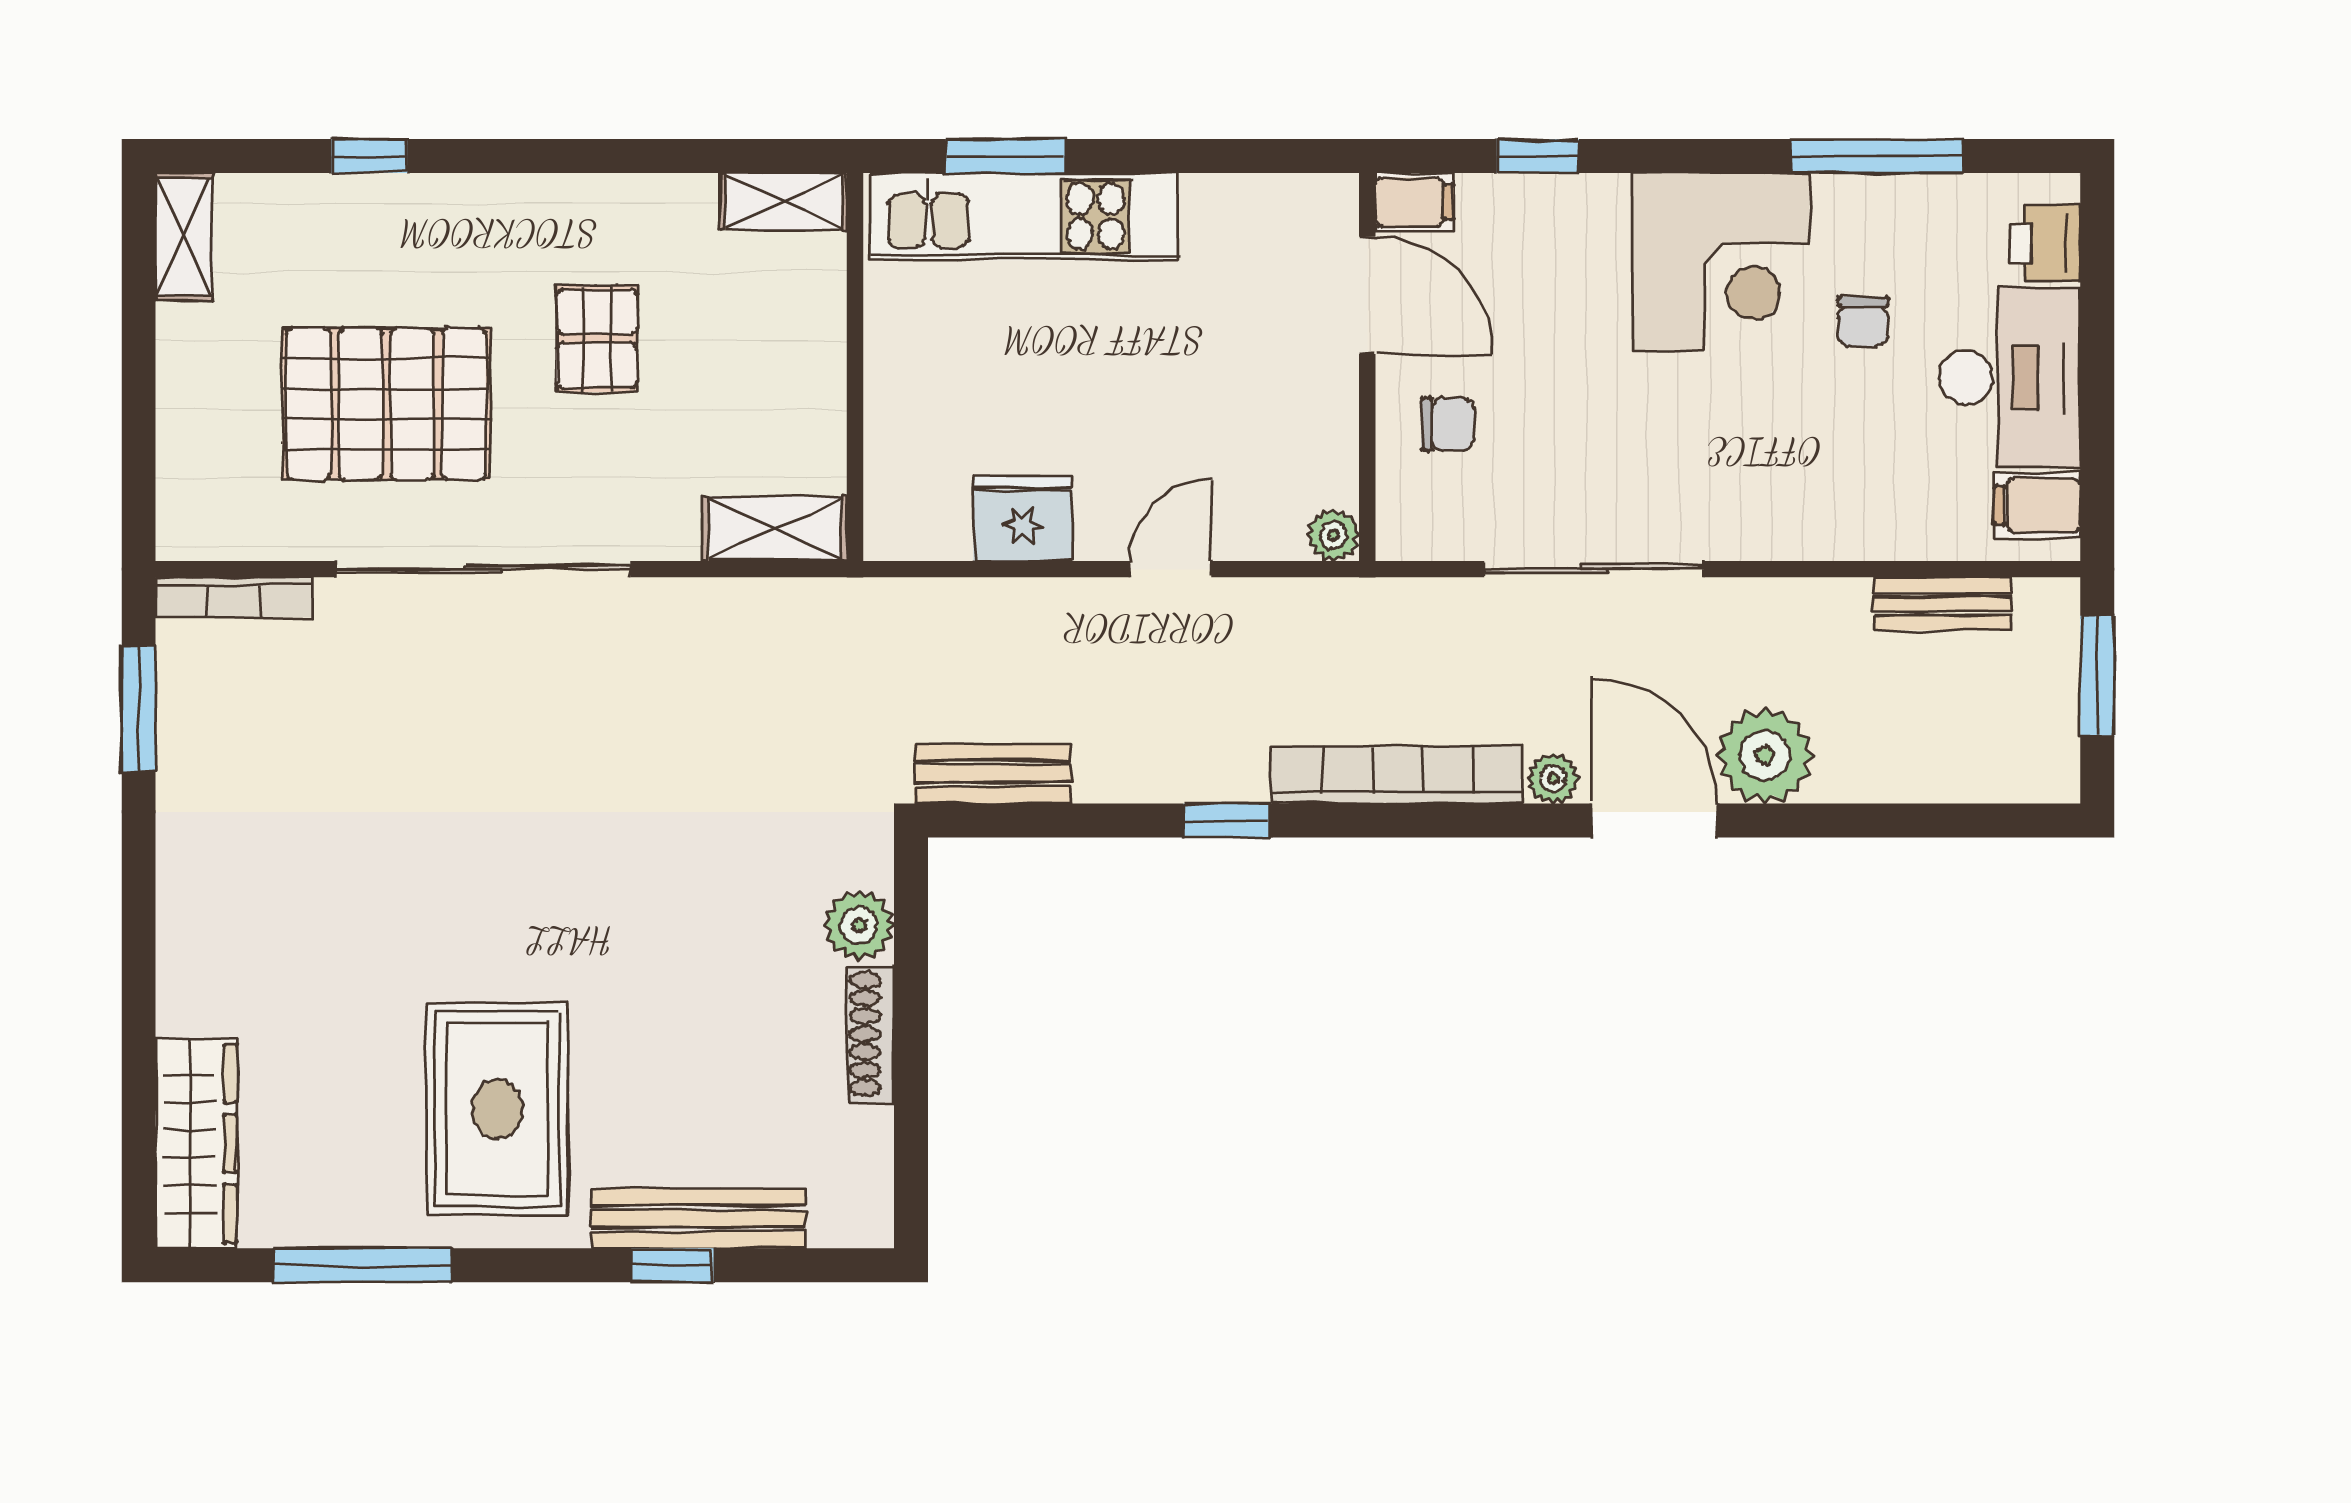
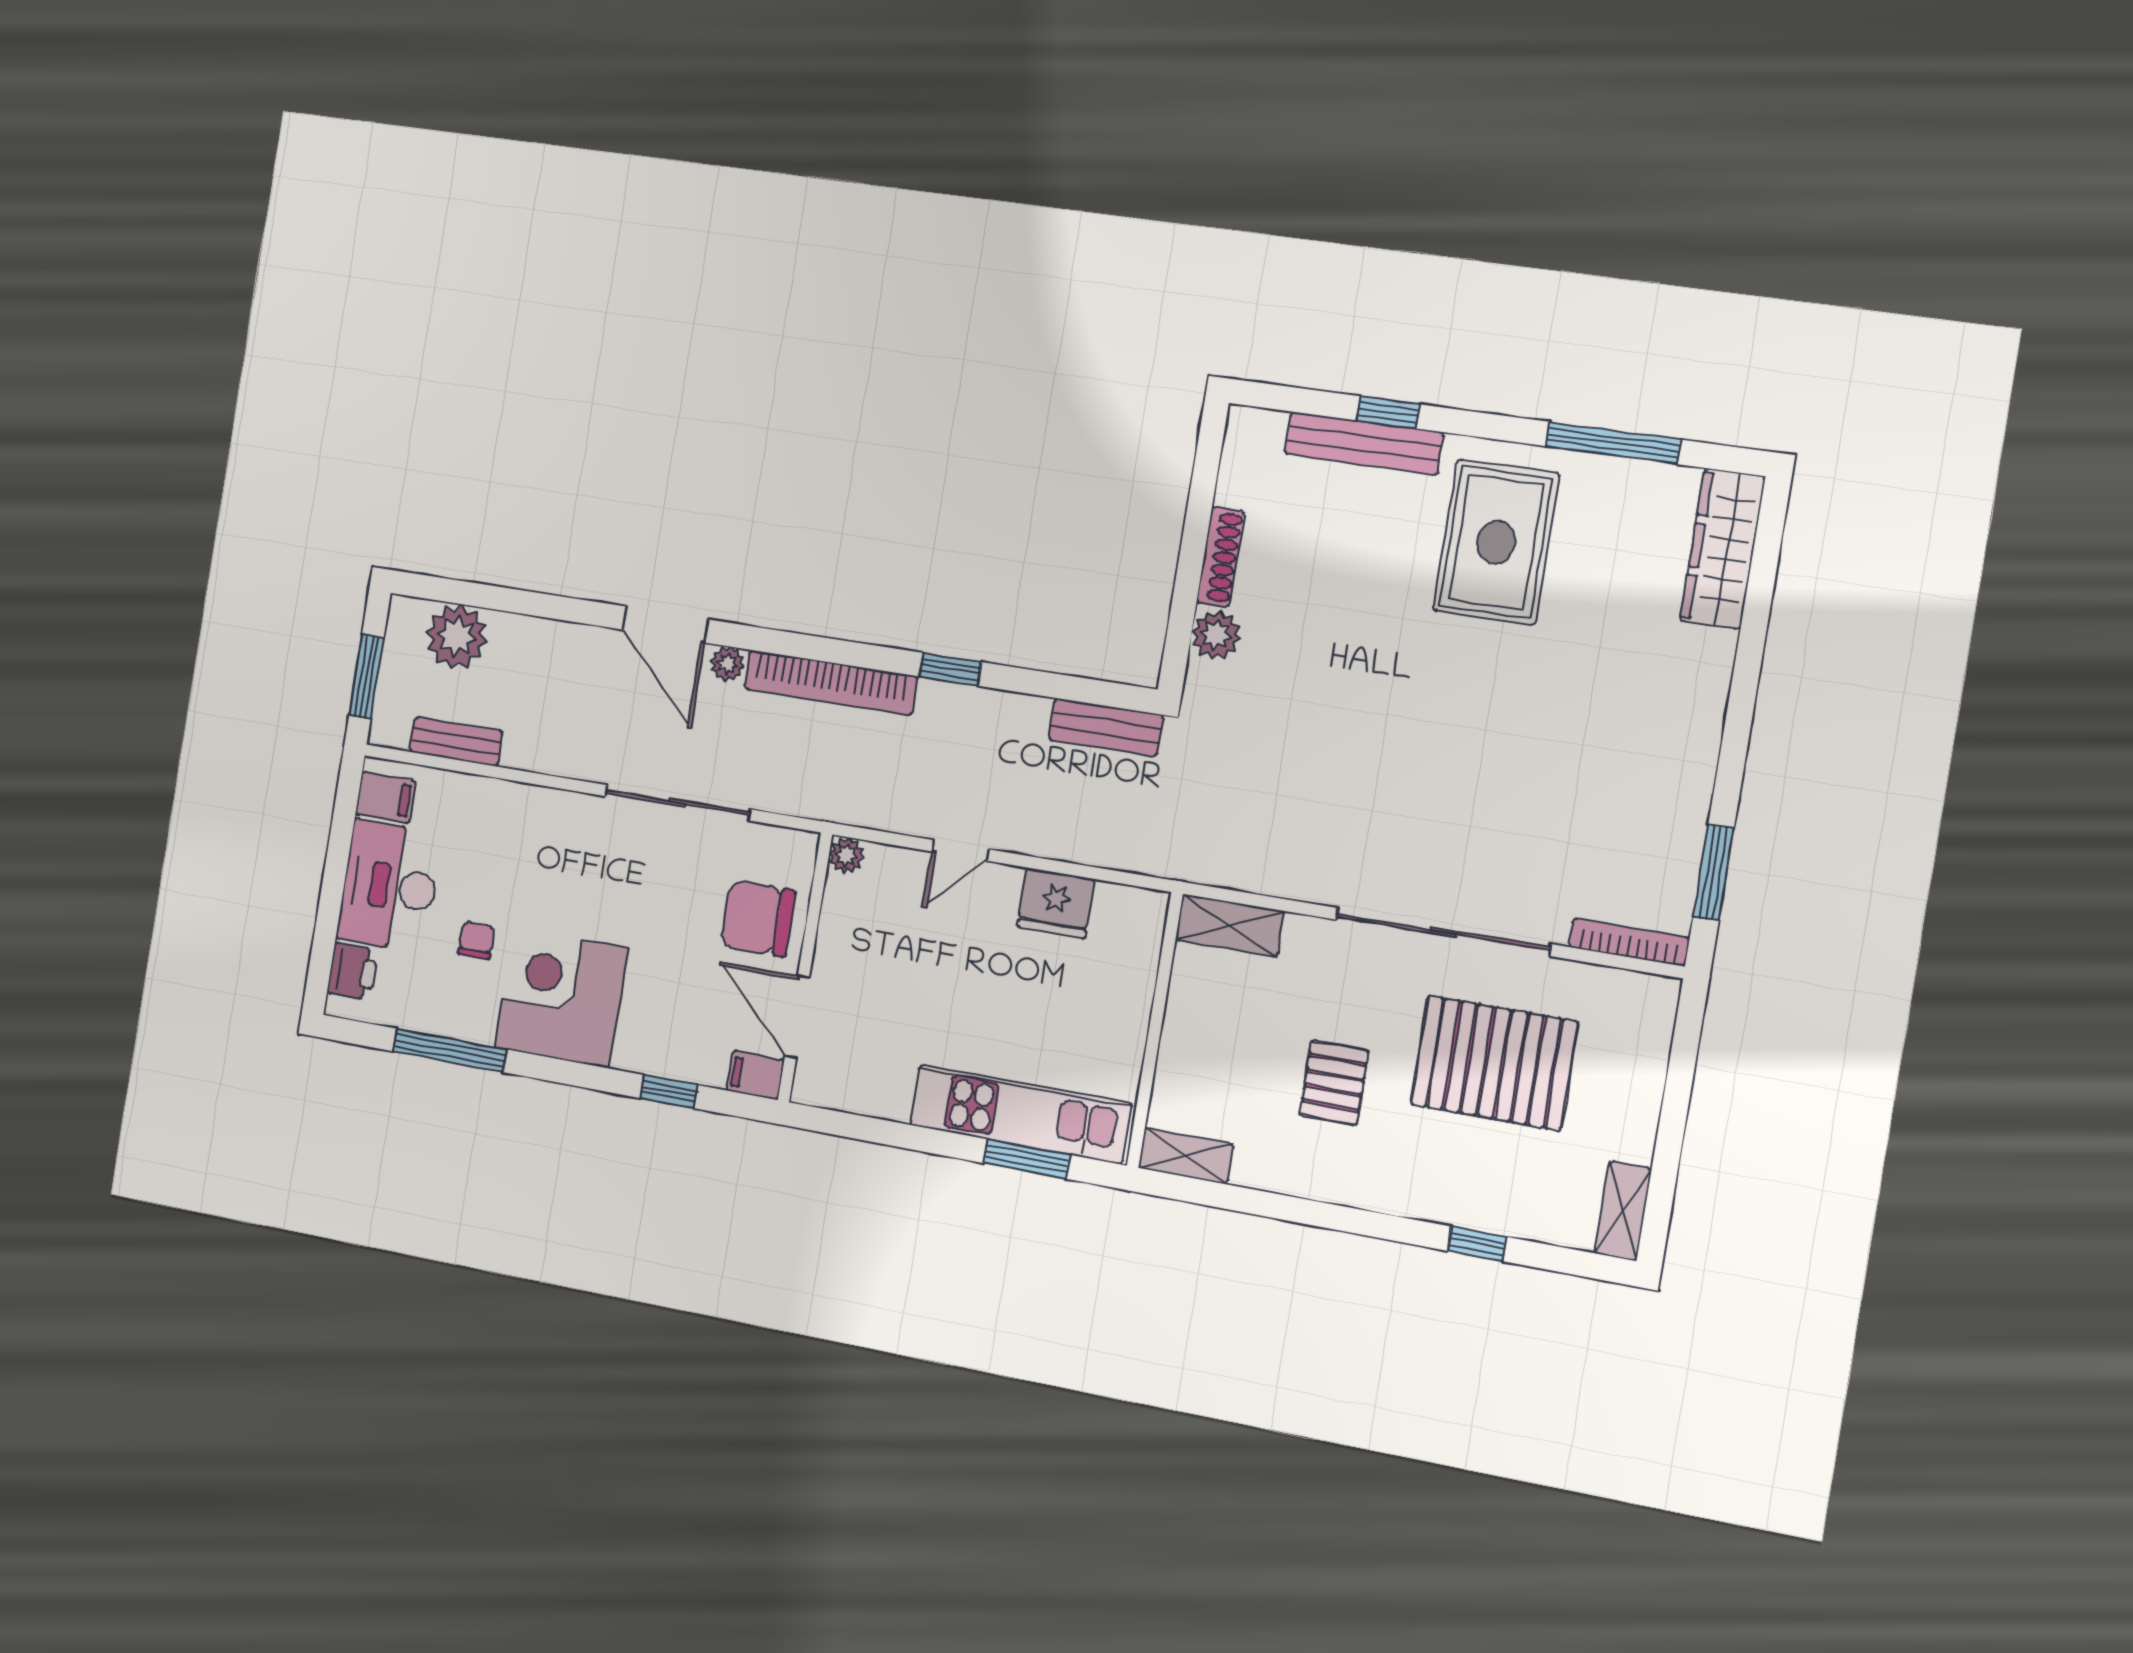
chair: (1448, 424) -> (758, 918), width x1.87, depth x1.87
plant: (1765, 756) -> (457, 637), moved

